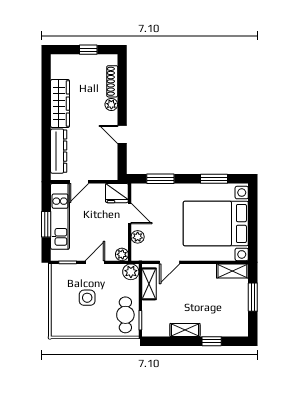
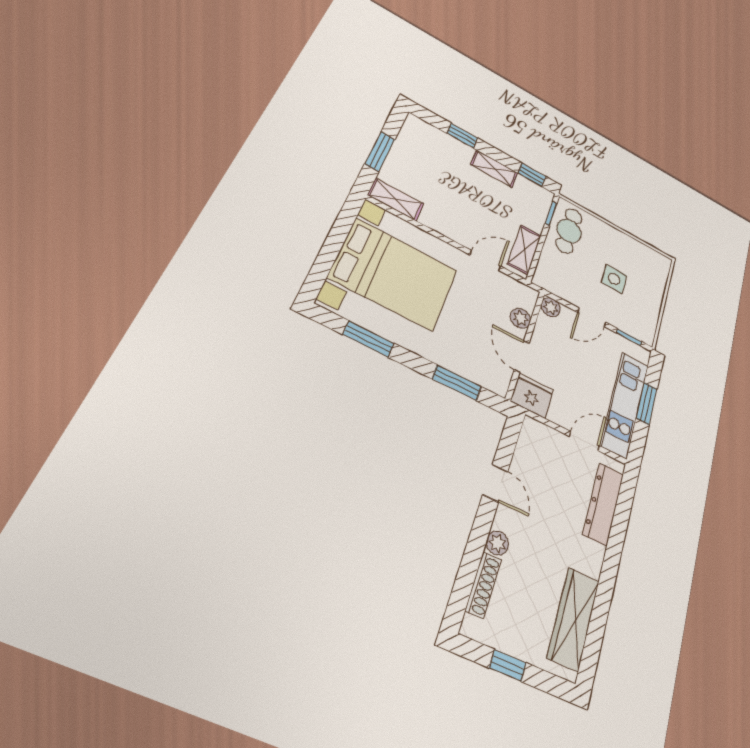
wardrobe: (60, 104) -> (573, 619), moved
plant: (131, 272) -> (545, 278), removed
window: (161, 341) -> (532, 175), added

